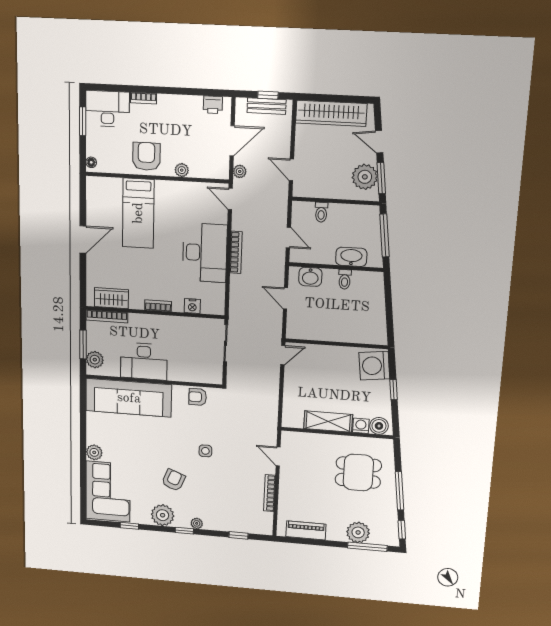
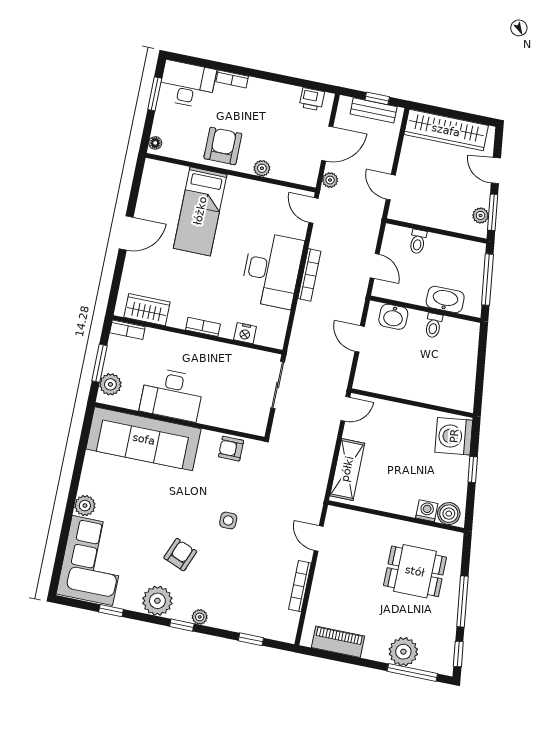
plant: (365, 177) -> (480, 215), width x0.53, depth x0.53
bookcase: (107, 316) -> (127, 330), width x0.64
shelving: (328, 421) -> (347, 469), moved, turned 90

